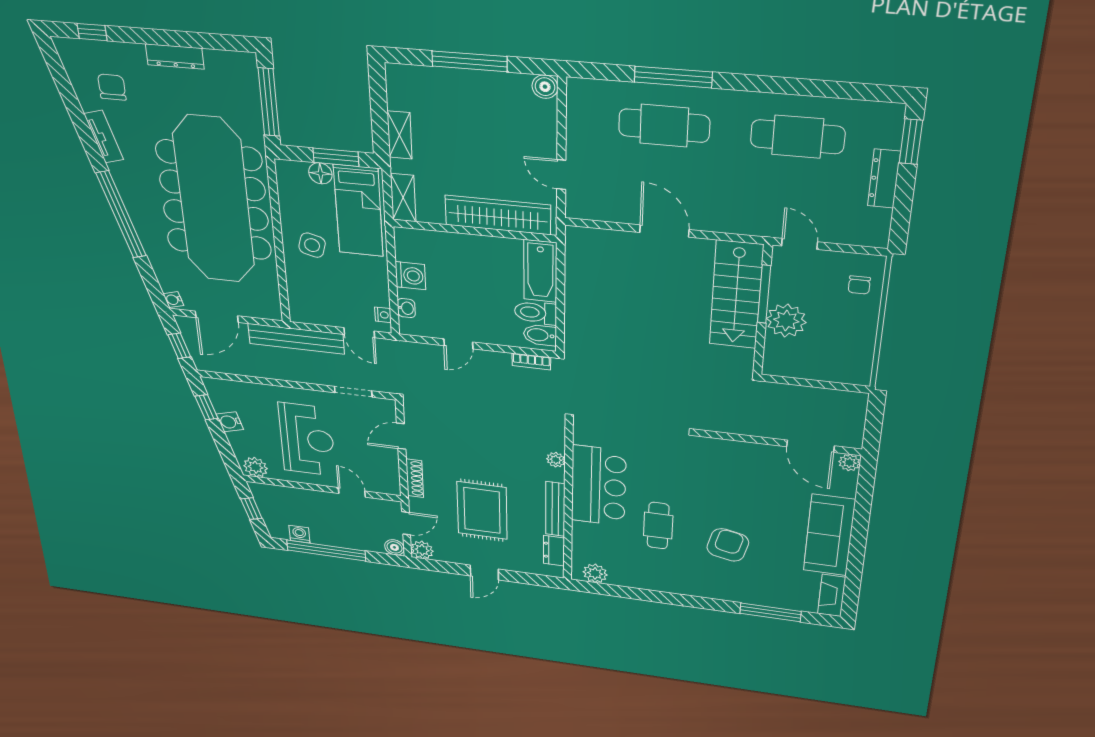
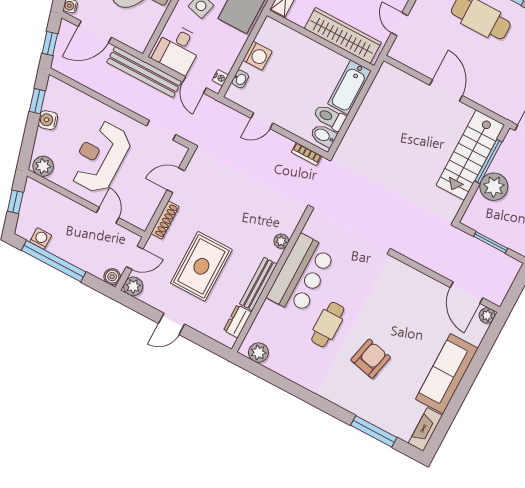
desk: (317, 302) -> (178, 49), added
window: (814, 384) -> (491, 242), added
reception desk: (307, 439) -> (100, 157), turned 180

